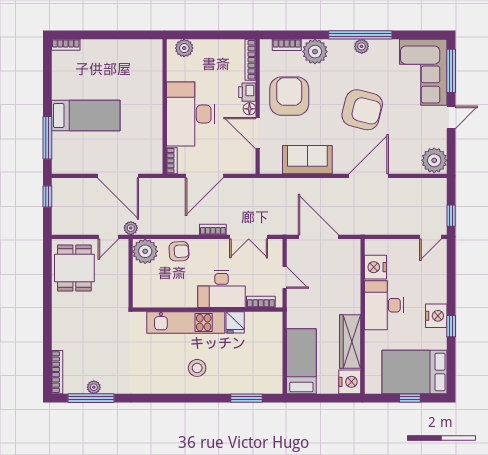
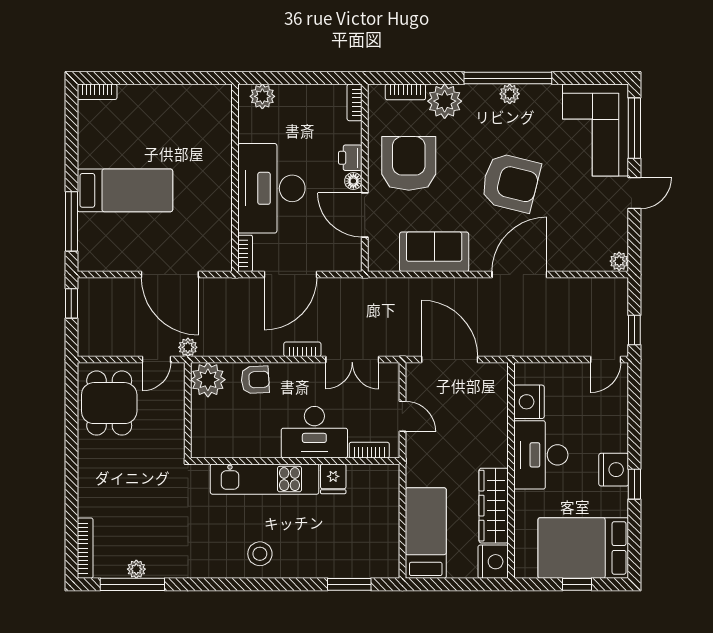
bookcase: (250, 60) -> (355, 102), width x0.64
plant: (434, 160) -> (619, 261), width x0.53, depth x0.53
stool: (197, 368) -> (260, 554), moved

